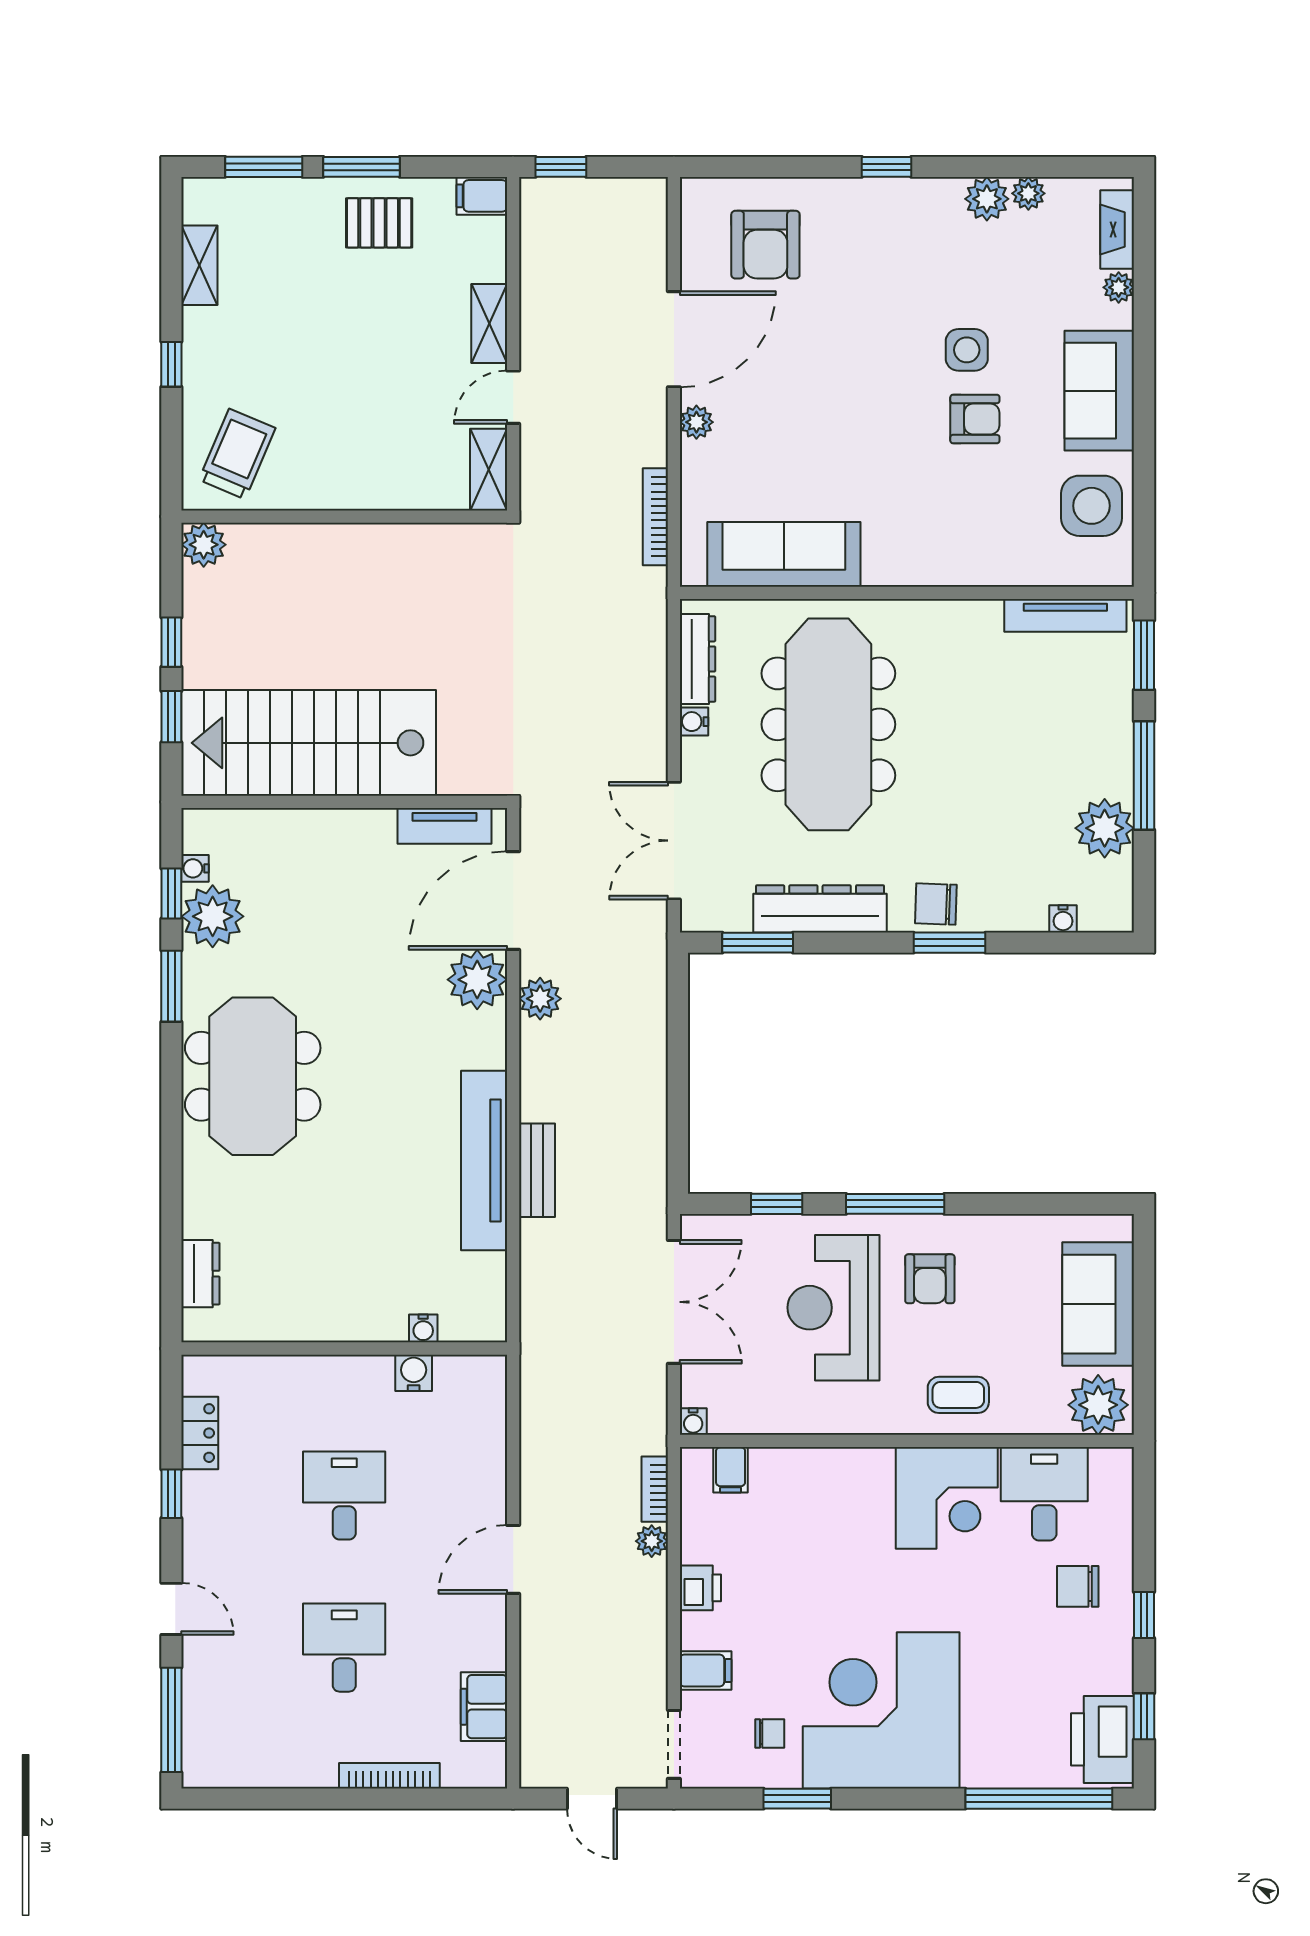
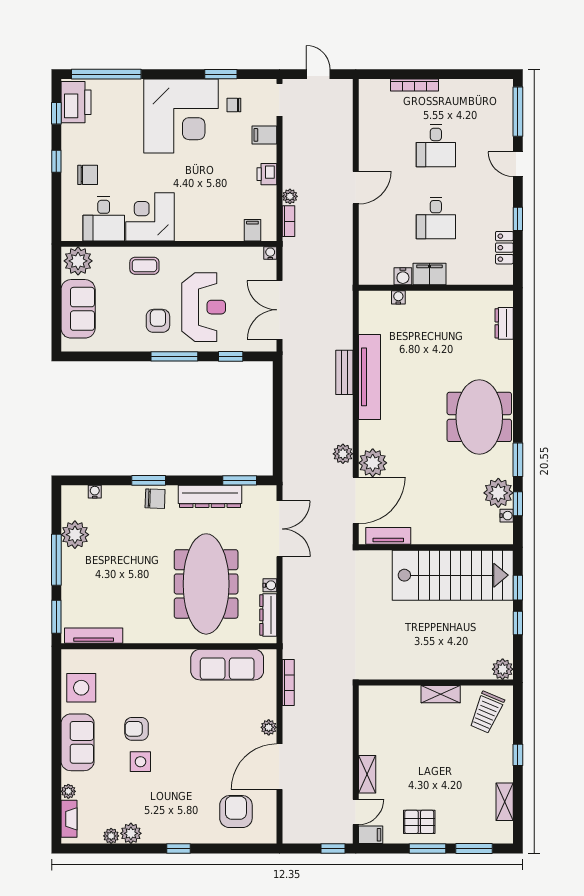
door: (513, 397) -> (356, 812), moved
shelving: (489, 470) -> (441, 694), moved, turned 90
filing cabinet: (484, 1707) -> (429, 274), moved, turned -90

